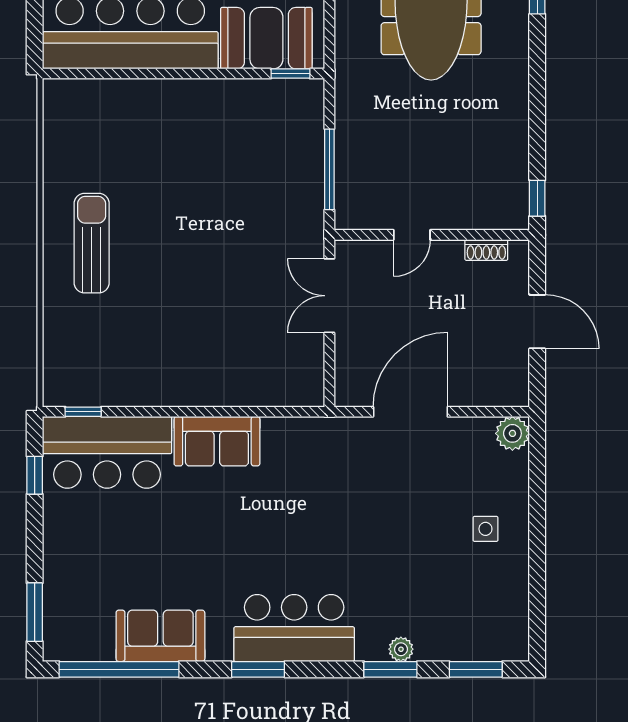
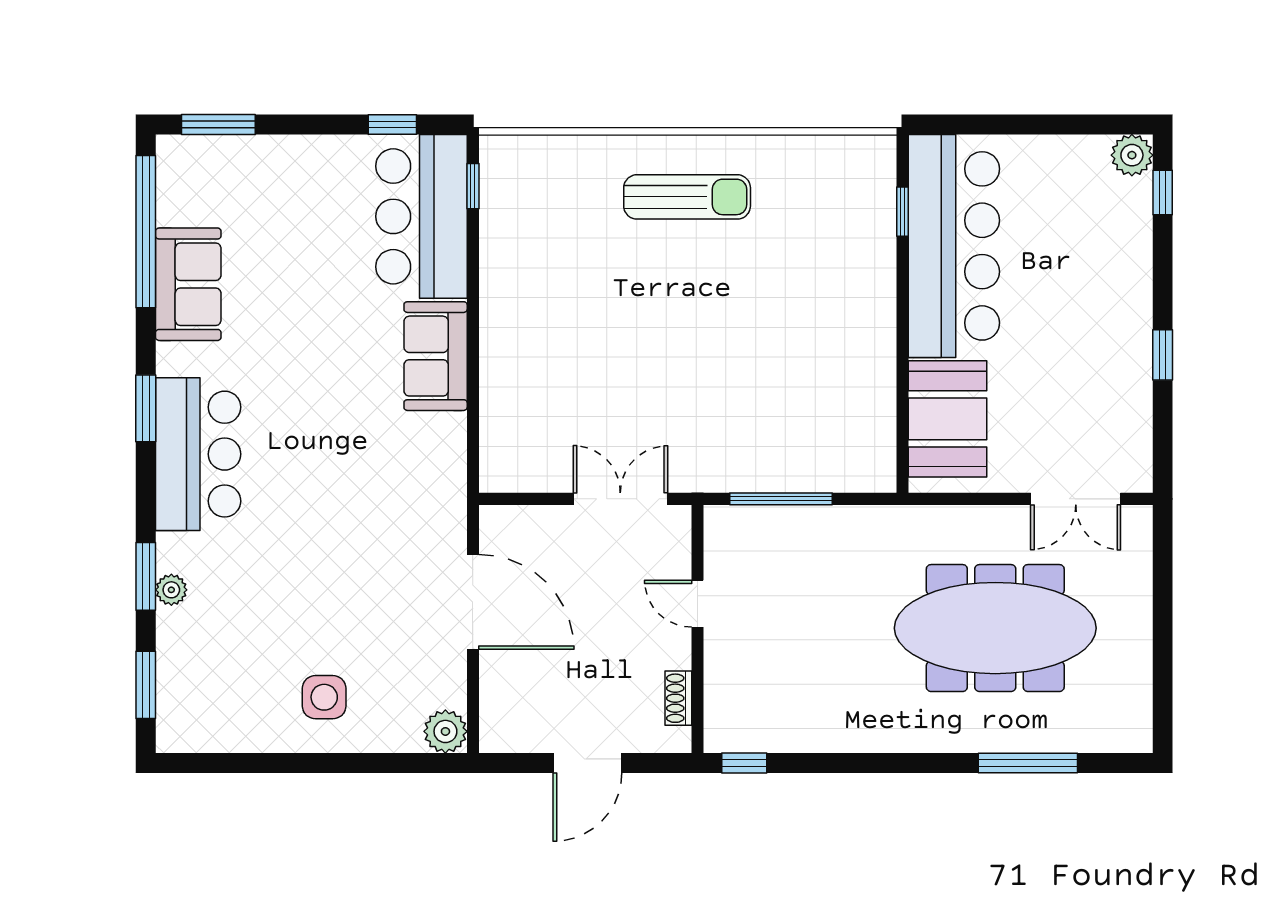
window: (290, 74) -> (903, 212), moved
side table: (485, 529) -> (324, 697), width x1.37, depth x1.37

